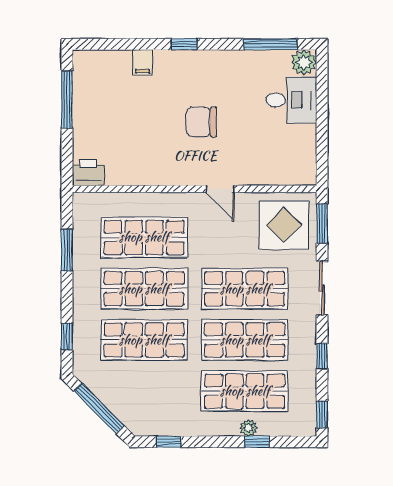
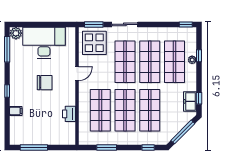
desk: (291, 100) -> (44, 43), width x1.87, depth x1.30
chair: (201, 122) -> (45, 83), turned -90
printer: (88, 173) -> (69, 114), moved
window: (322, 356) -> (158, 24), removed
freezer: (162, 423) -> (190, 101), added

